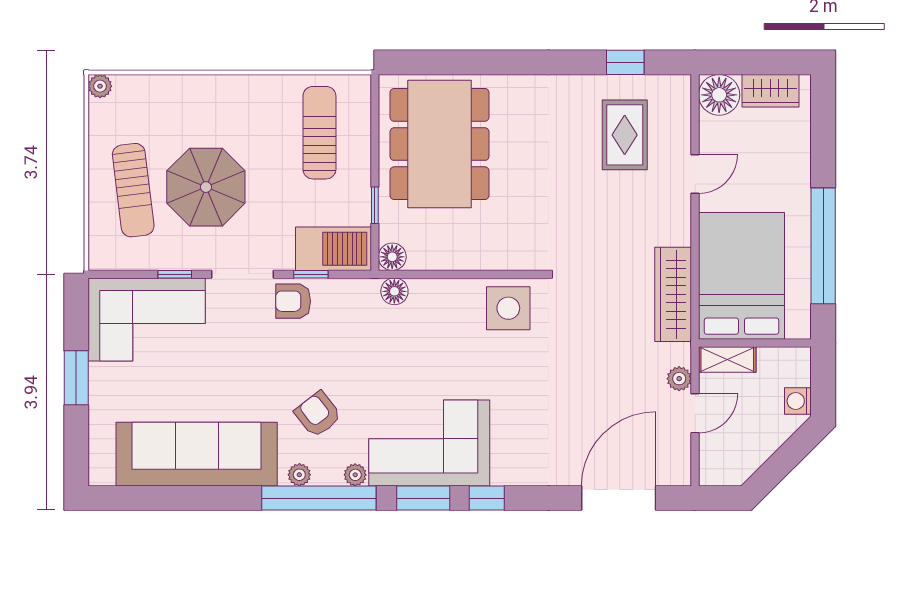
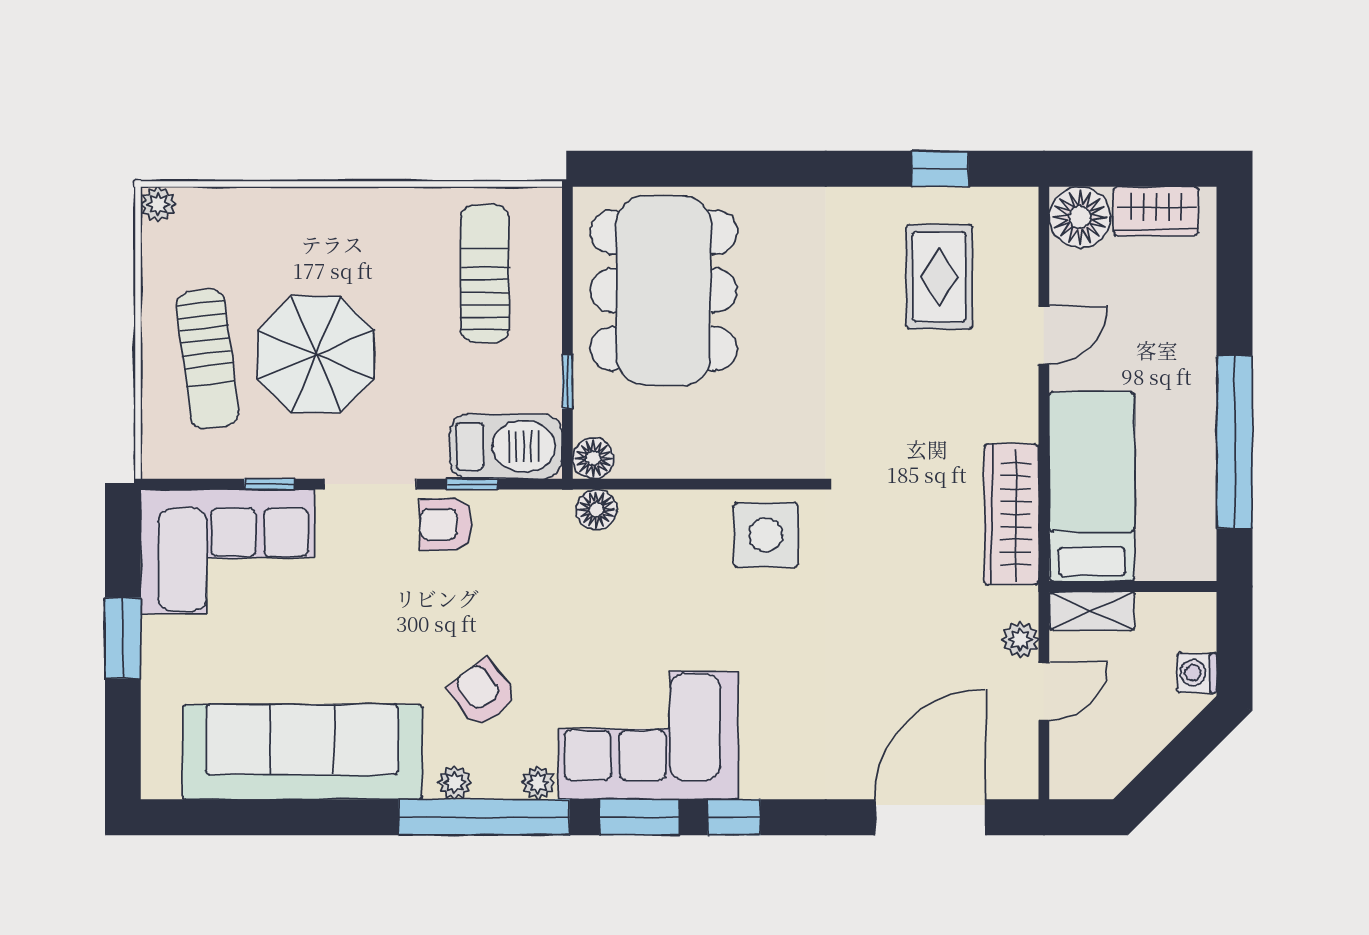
bed: (741, 276) -> (1092, 487), width x0.67

